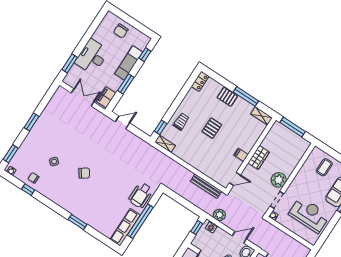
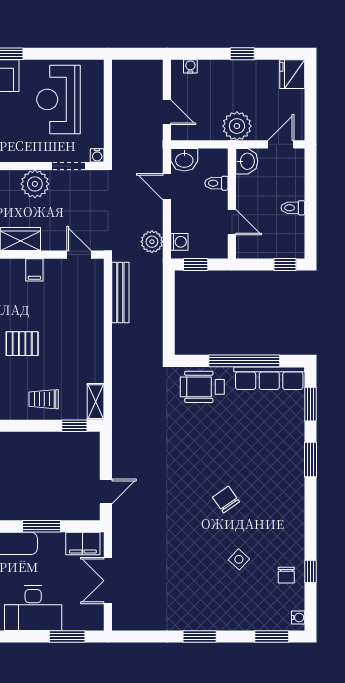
door: (122, 122) -> (106, 492), swing flipped
wheelchair: (141, 195) -> (202, 387), turned 180
window: (102, 238) -> (311, 404), added

